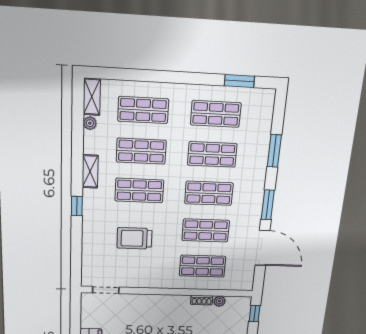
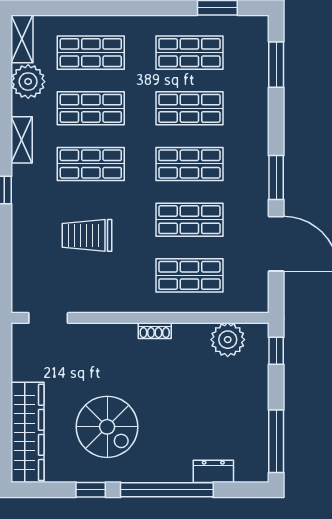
plant: (90, 123) -> (28, 82), width x1.88, depth x1.88
window: (274, 151) -> (276, 65), moved
shoe rack: (202, 300) -> (155, 331), moved
plant: (219, 301) -> (228, 340), width x1.88, depth x1.88

